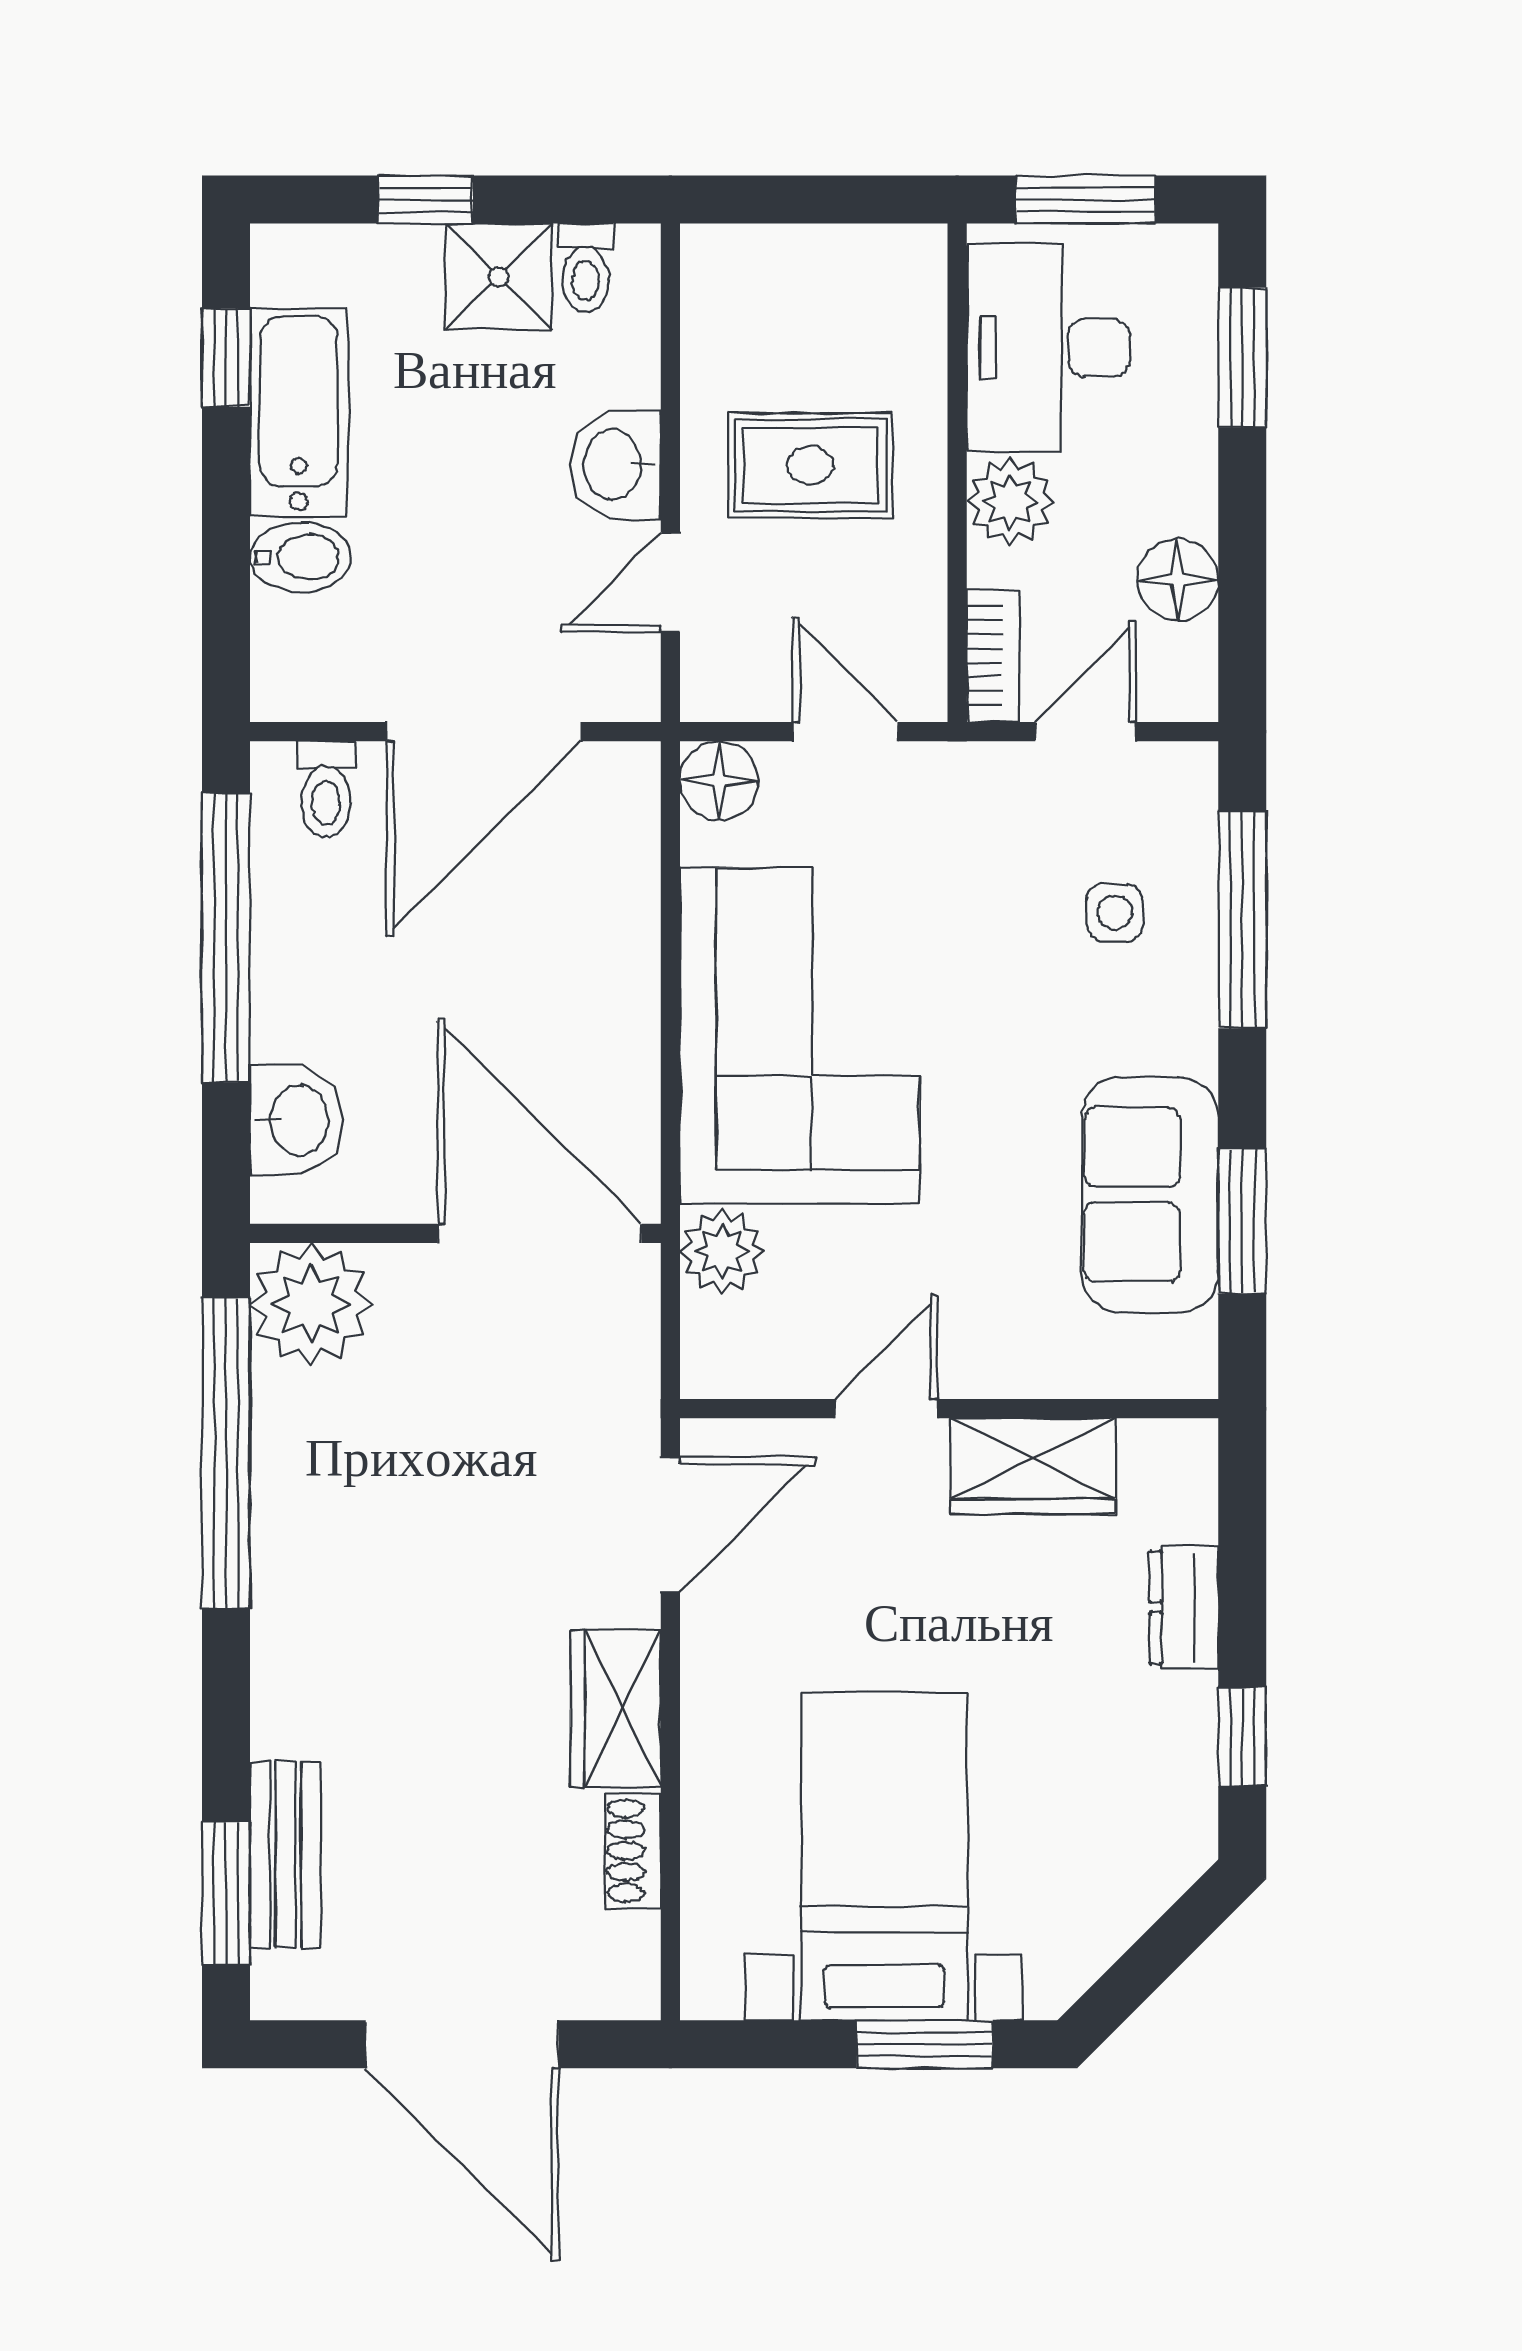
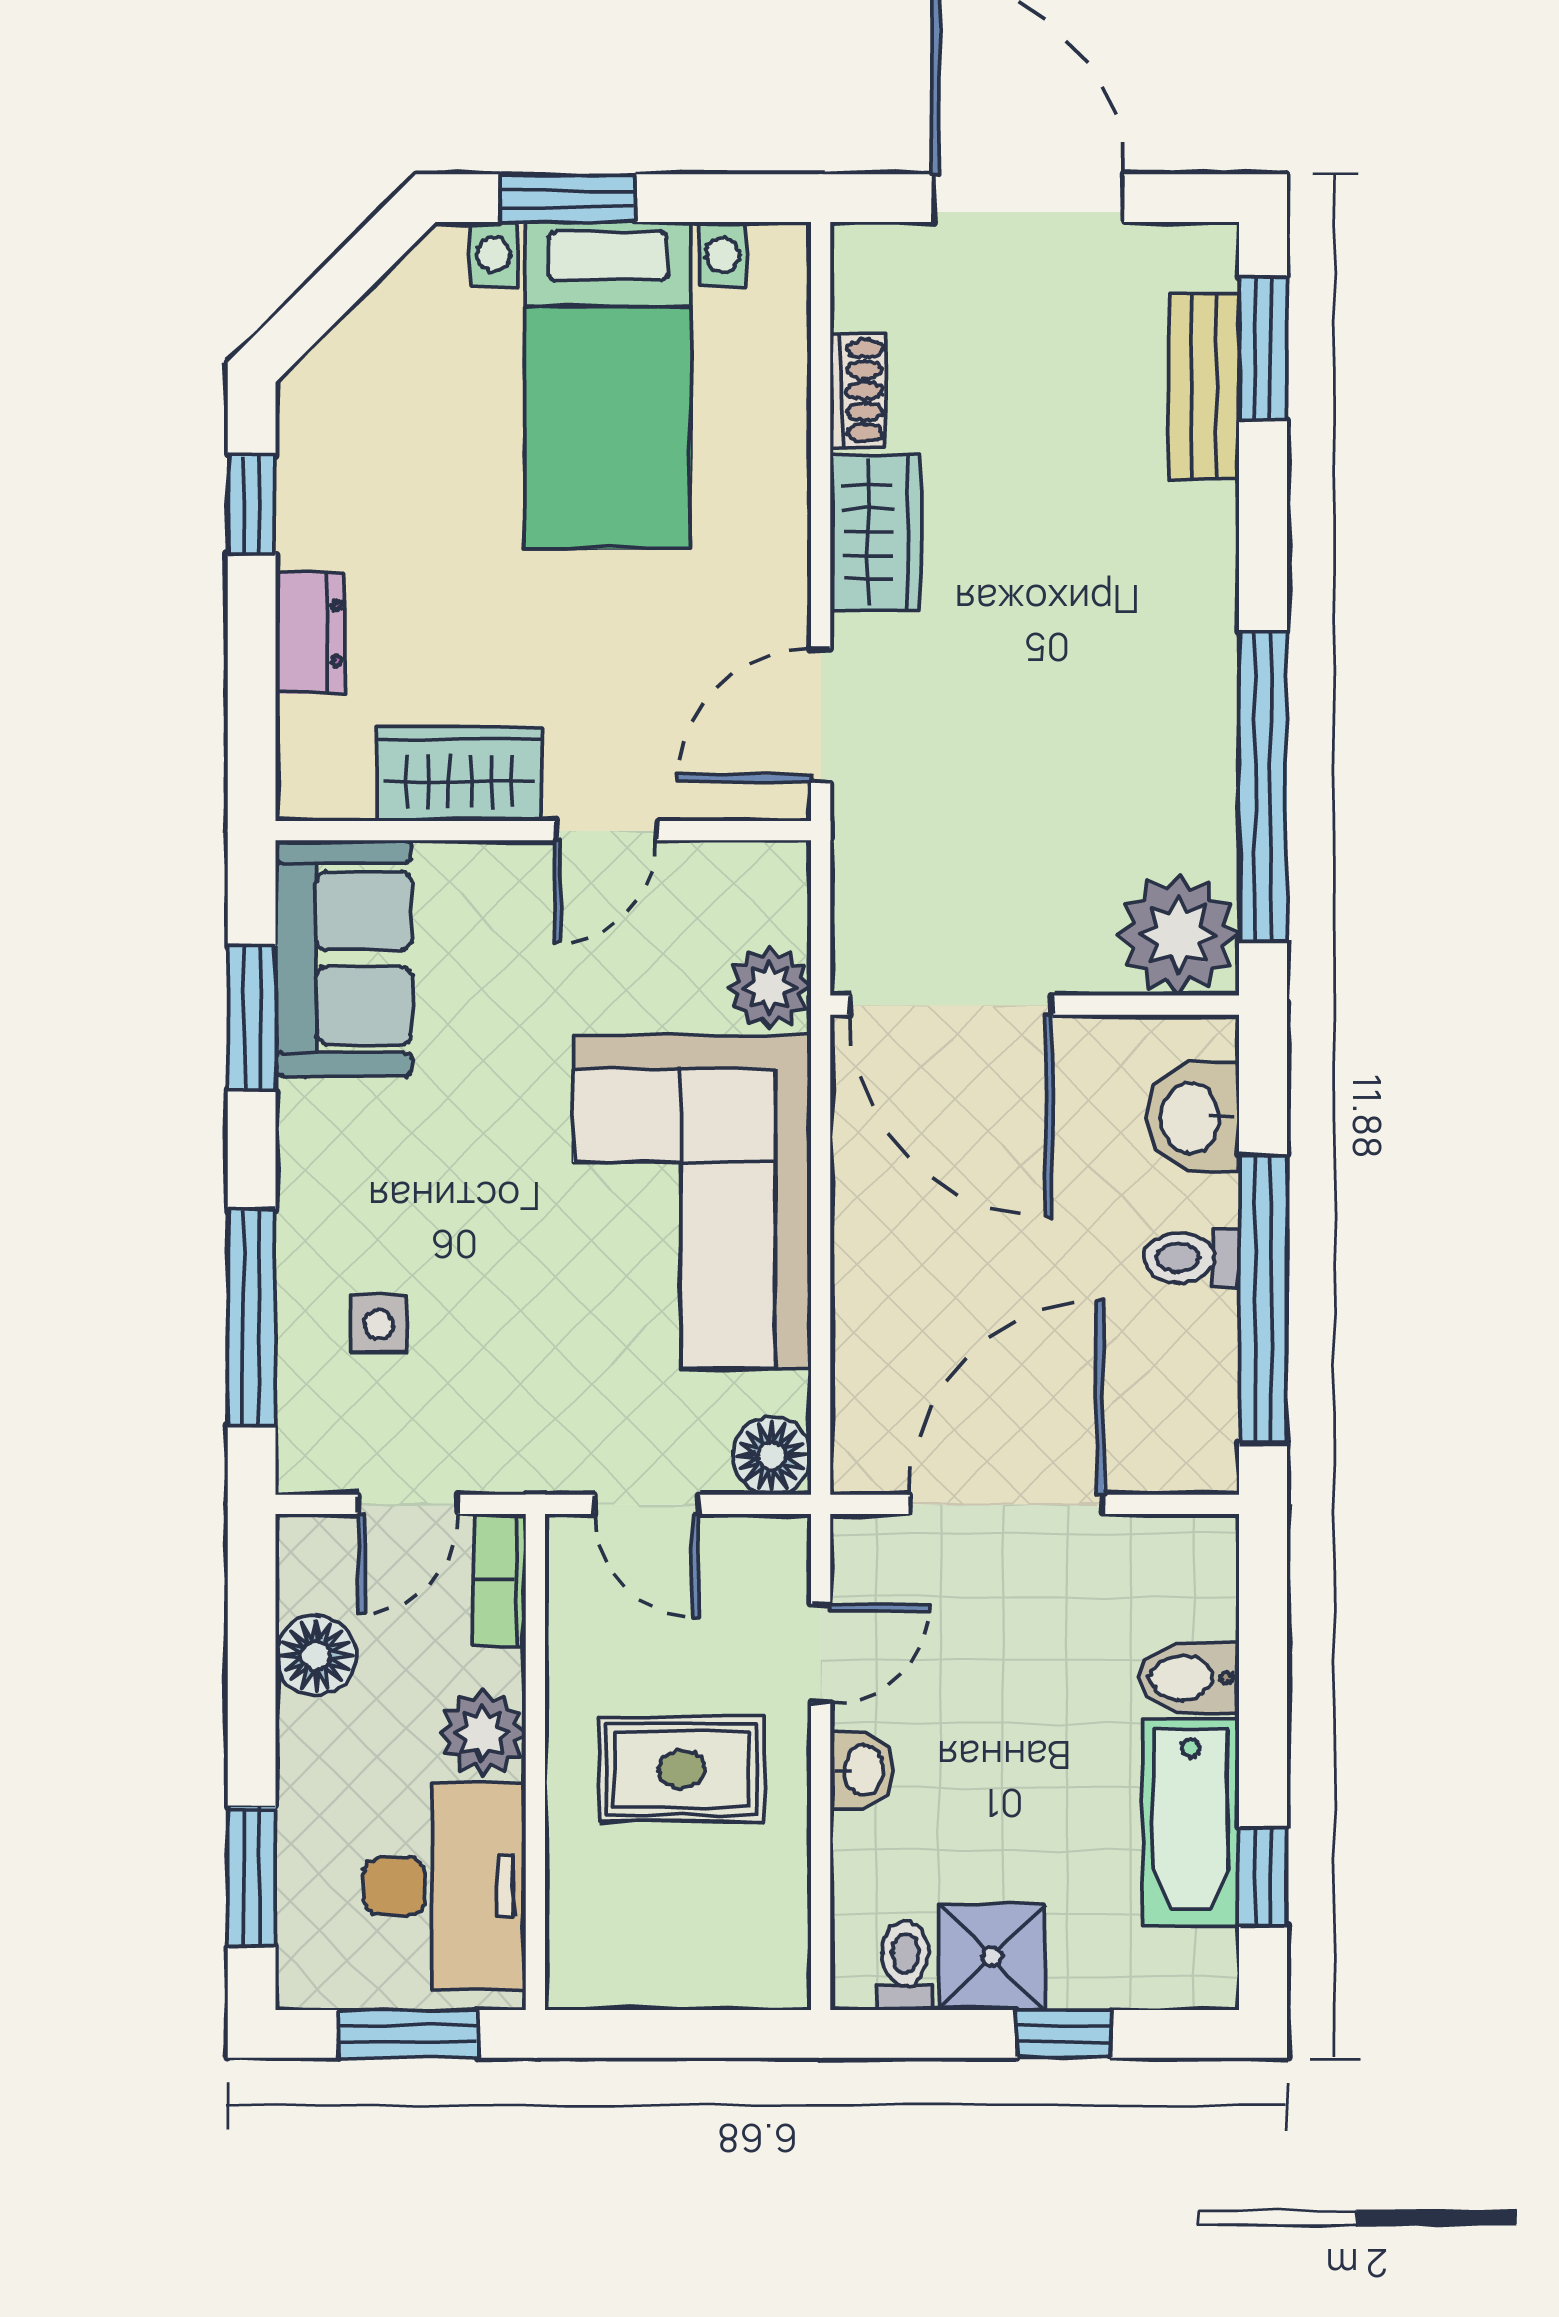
washbasin: (615, 465) -> (862, 1770), width x0.72, depth x0.69
toilet: (326, 789) -> (1191, 1258), moved, turned -90
sofa: (1150, 1195) -> (344, 958), moved

